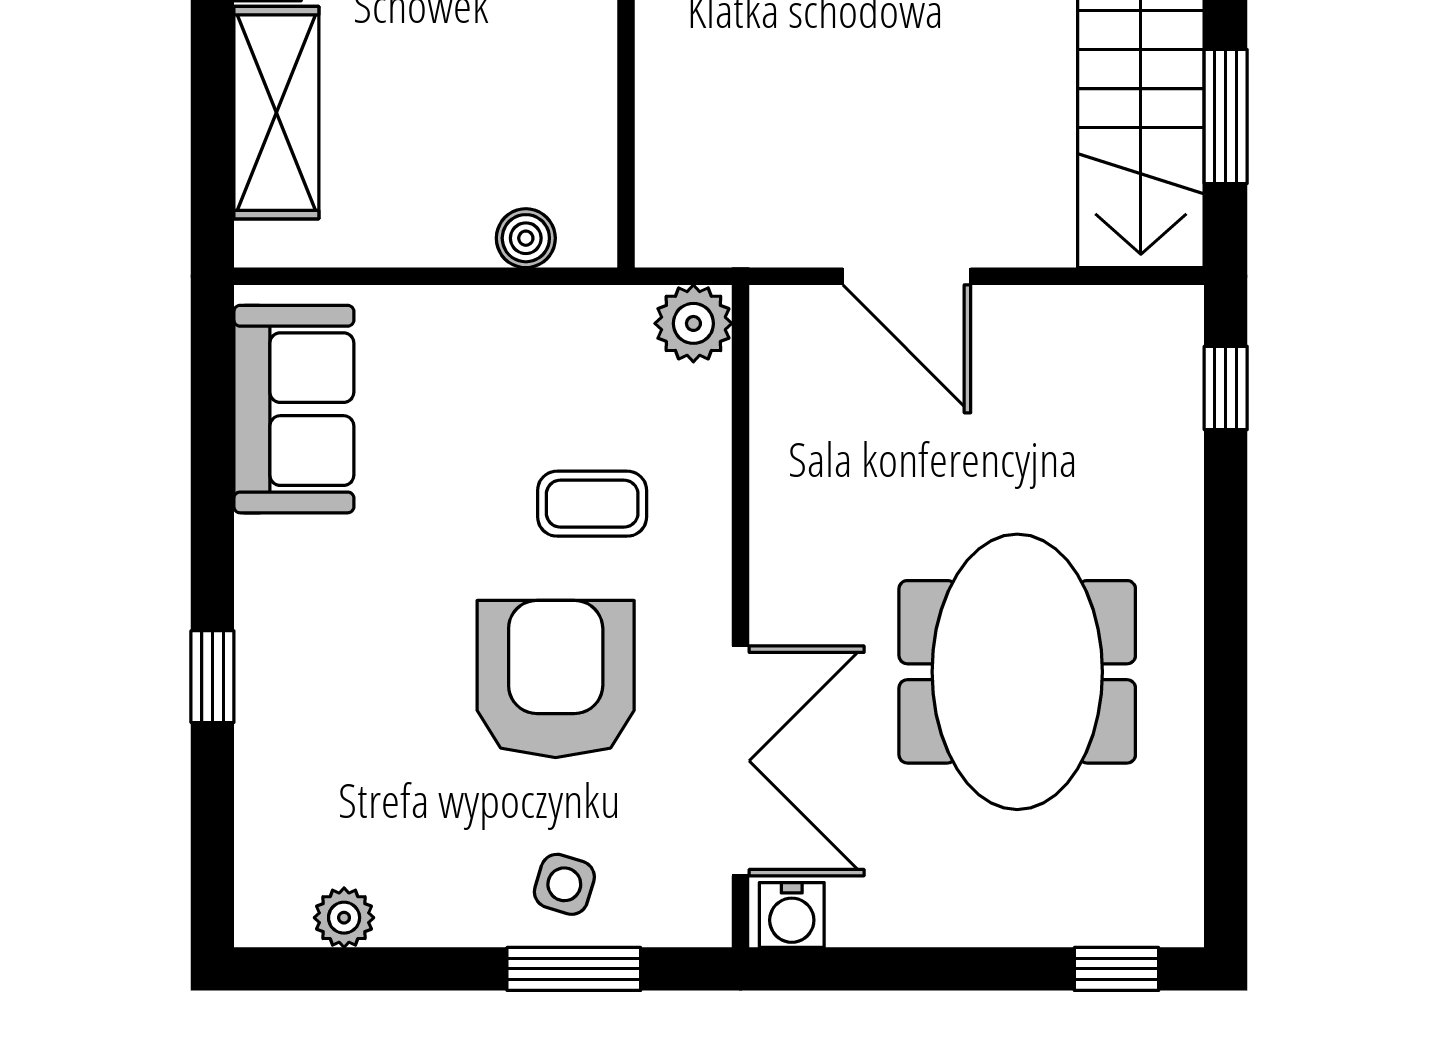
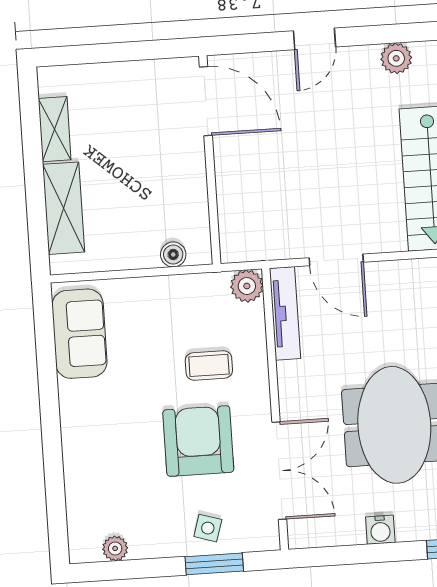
tv unit: (779, 393) -> (285, 313), added
window: (212, 677) -> (52, 450), removed
water cooler: (792, 915) -> (380, 530), moved

